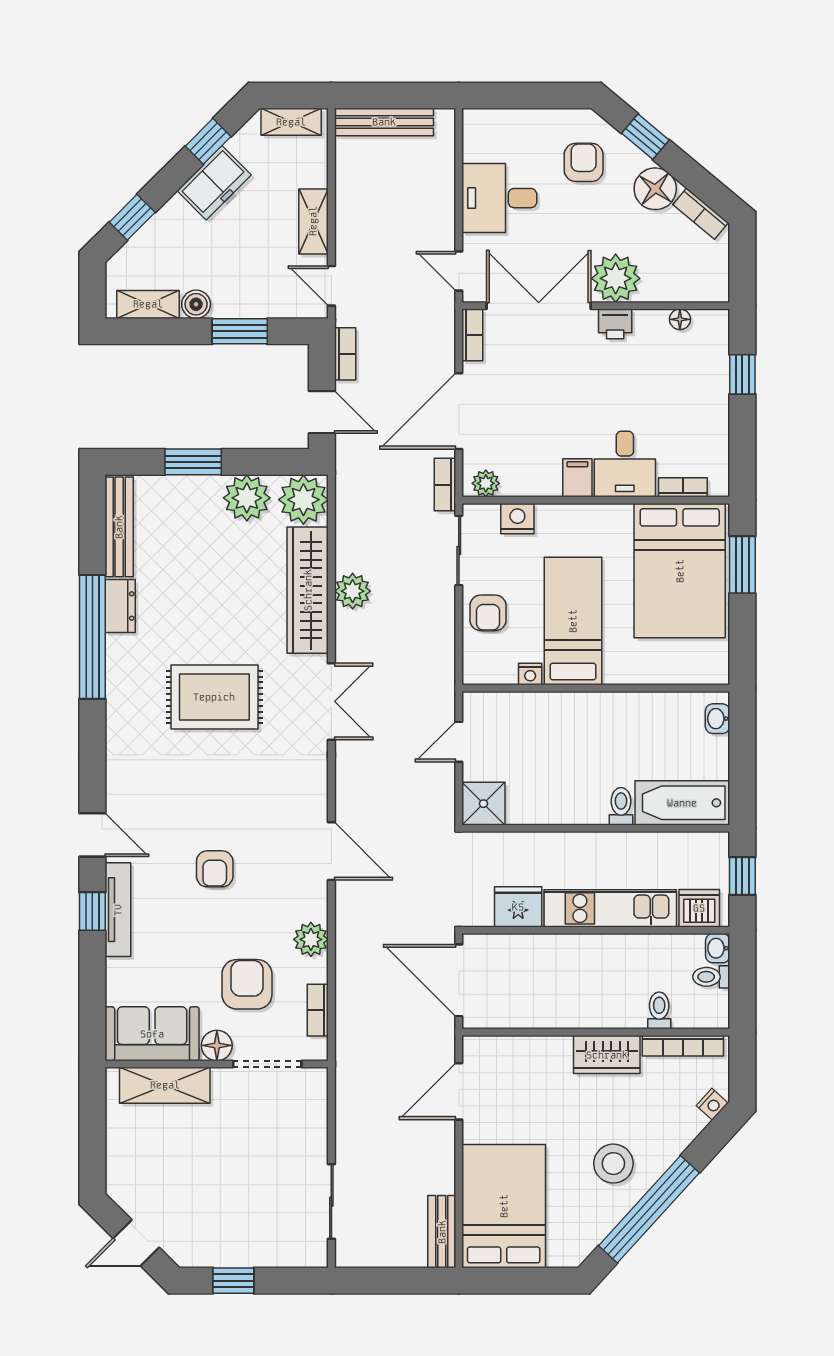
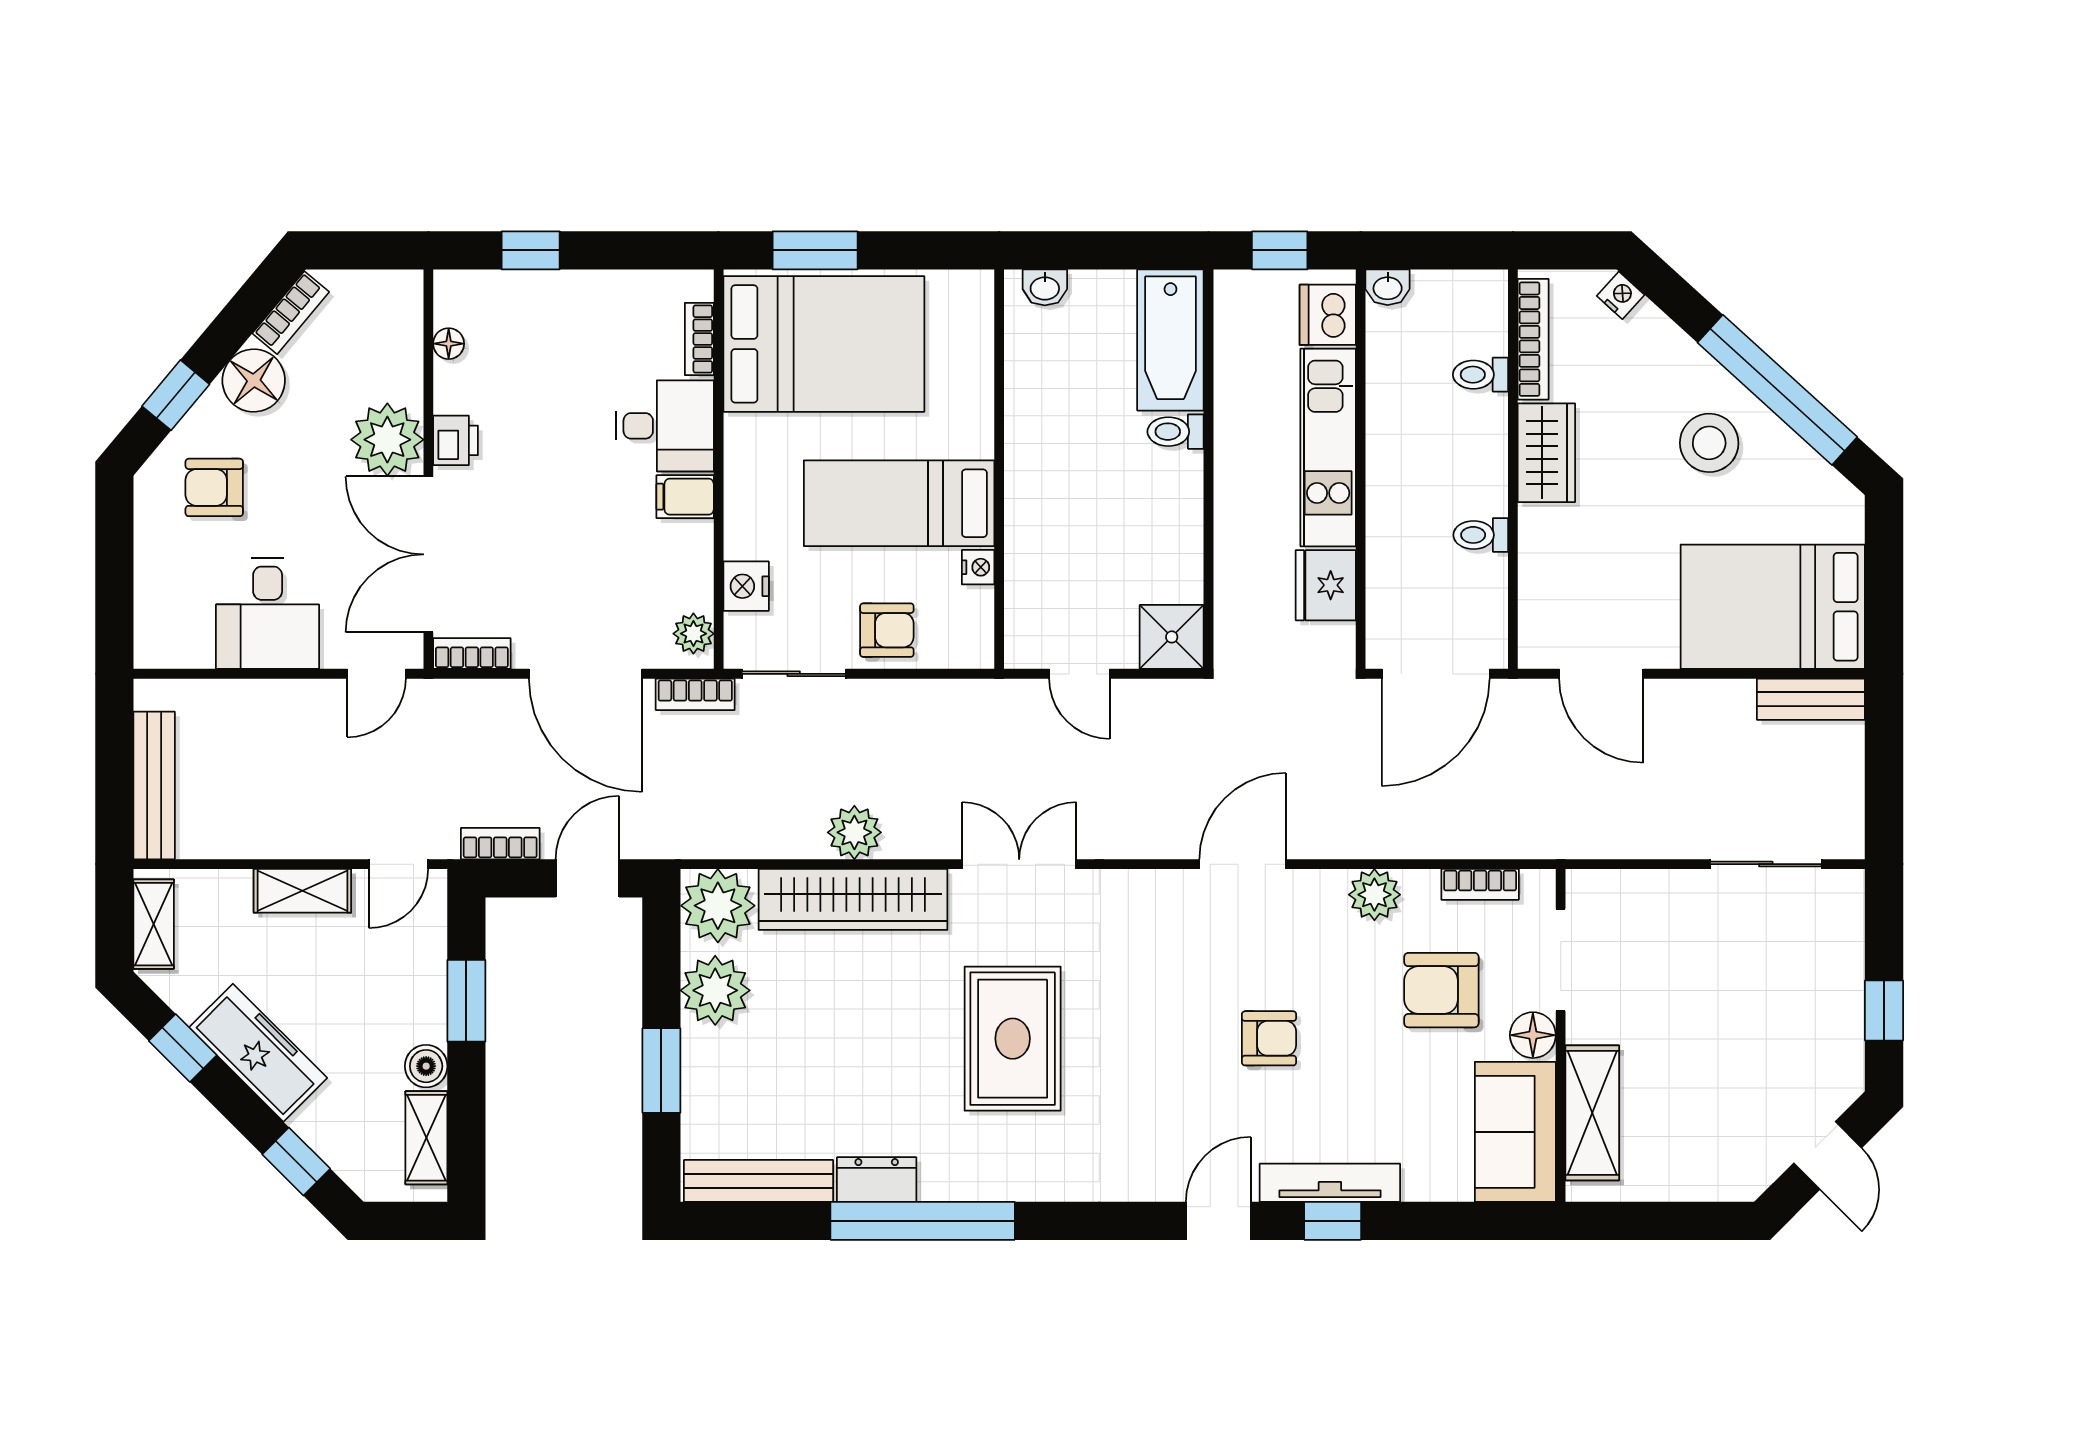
freezer: (214, 183) -> (258, 1053), width x1.40
toilet: (711, 977) -> (1481, 535), moved, turned 90

